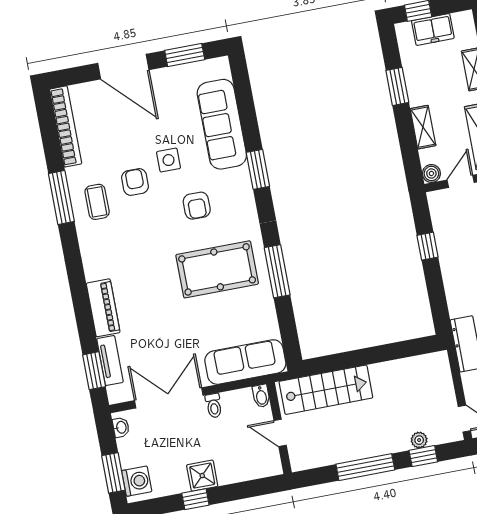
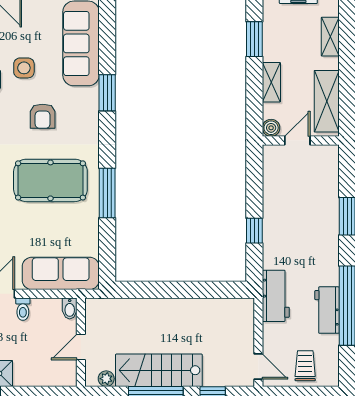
window: (428, 246) -> (254, 231), moved
stairs: (326, 390) -> (159, 370), moved, turned 180
door: (280, 433) -> (81, 347), hinge flipped
plant: (419, 440) -> (106, 379), moved

